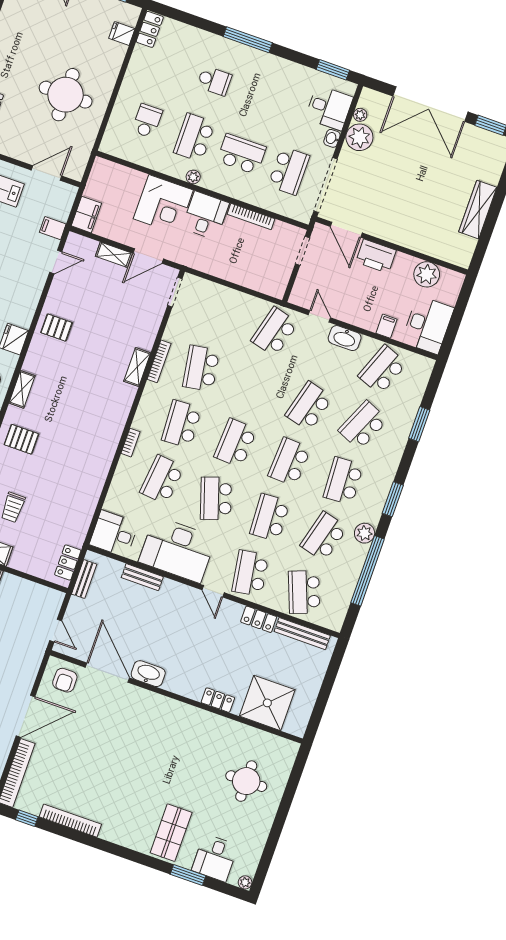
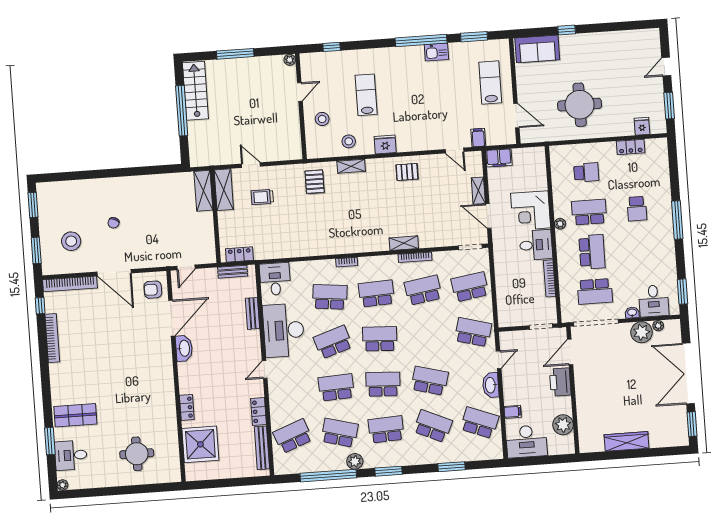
locker: (150, 29) -> (631, 147), moved
pallet: (57, 328) -> (407, 172), turned 90
school desk: (250, 573) -> (470, 287), moved

